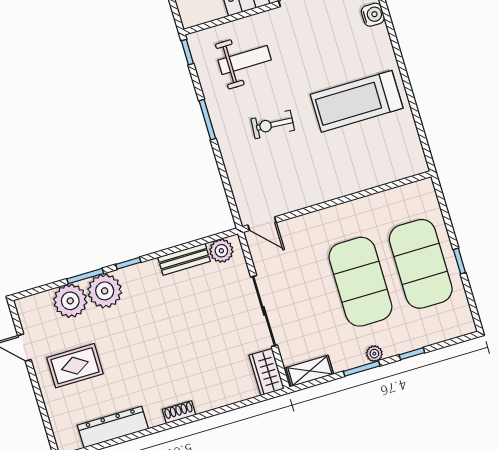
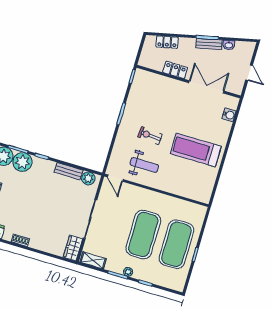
weight bench: (245, 60) -> (144, 165), moved

